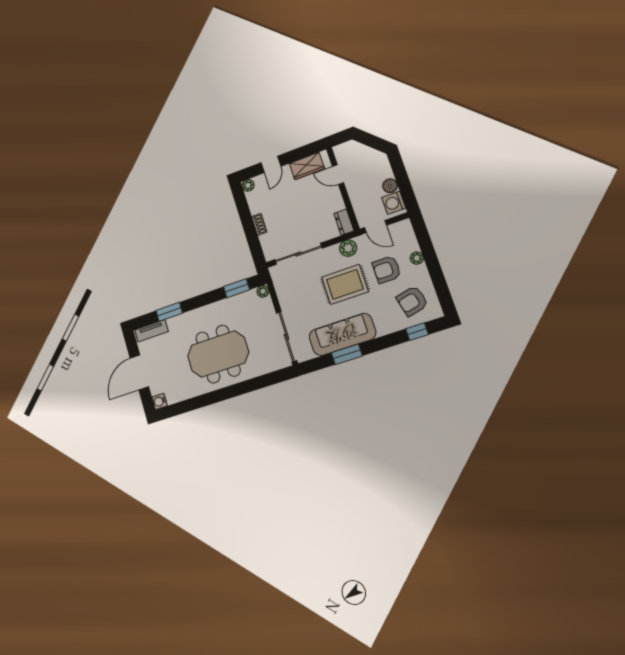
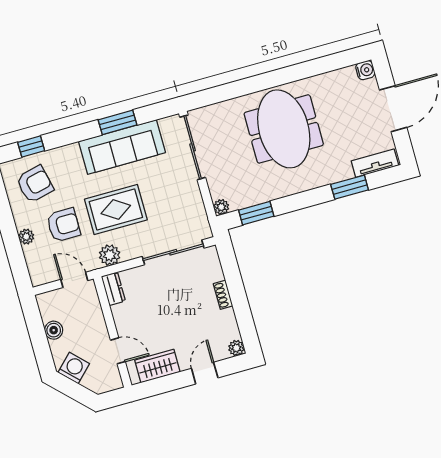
washing machine: (394, 203) -> (74, 368), moved, turned -45
meeting table: (218, 354) -> (284, 129), turned 90

